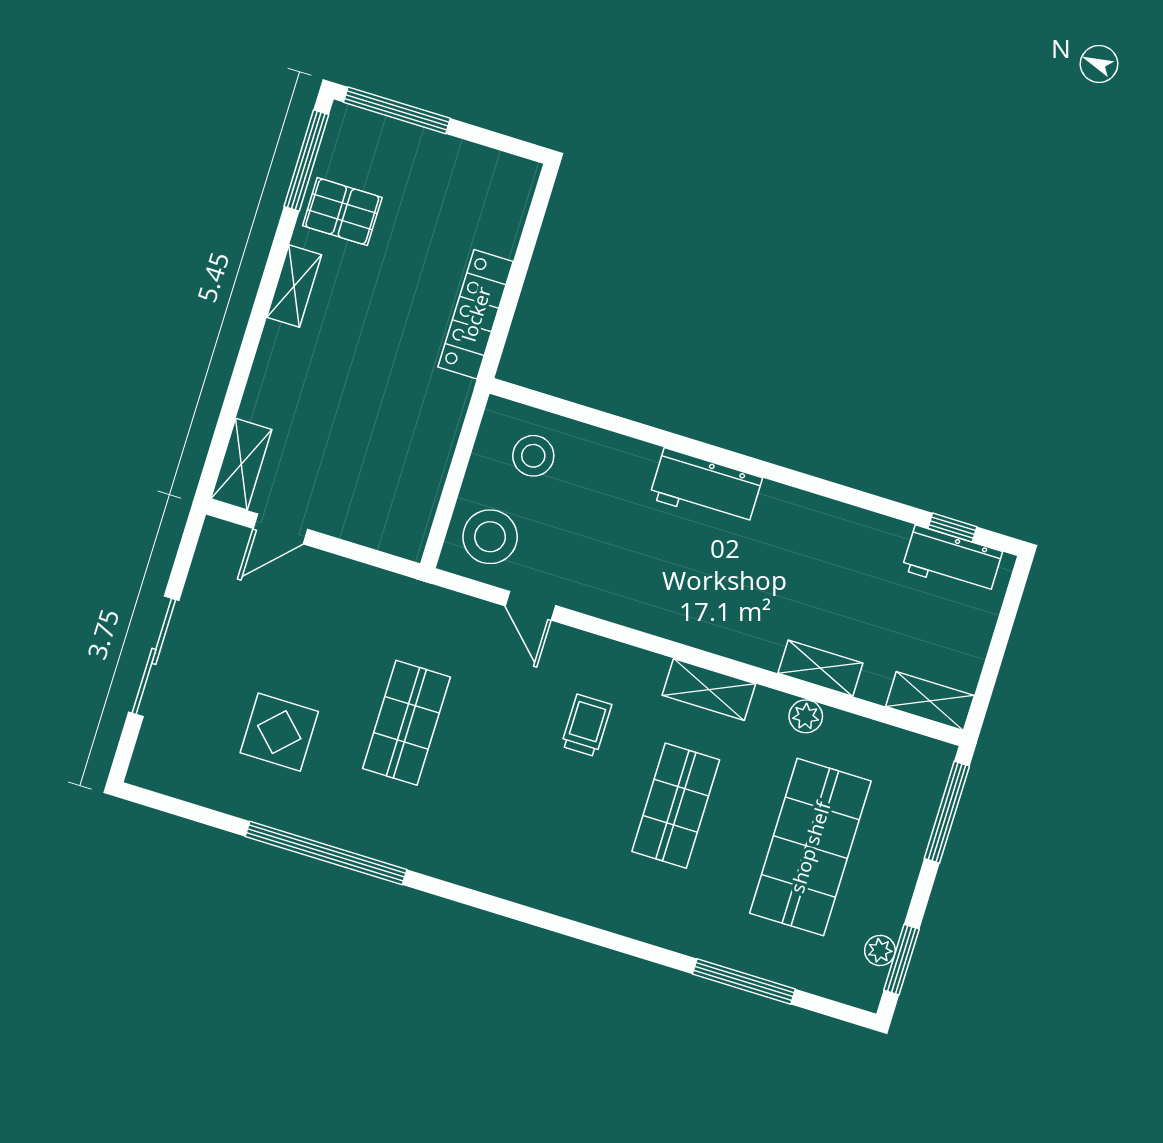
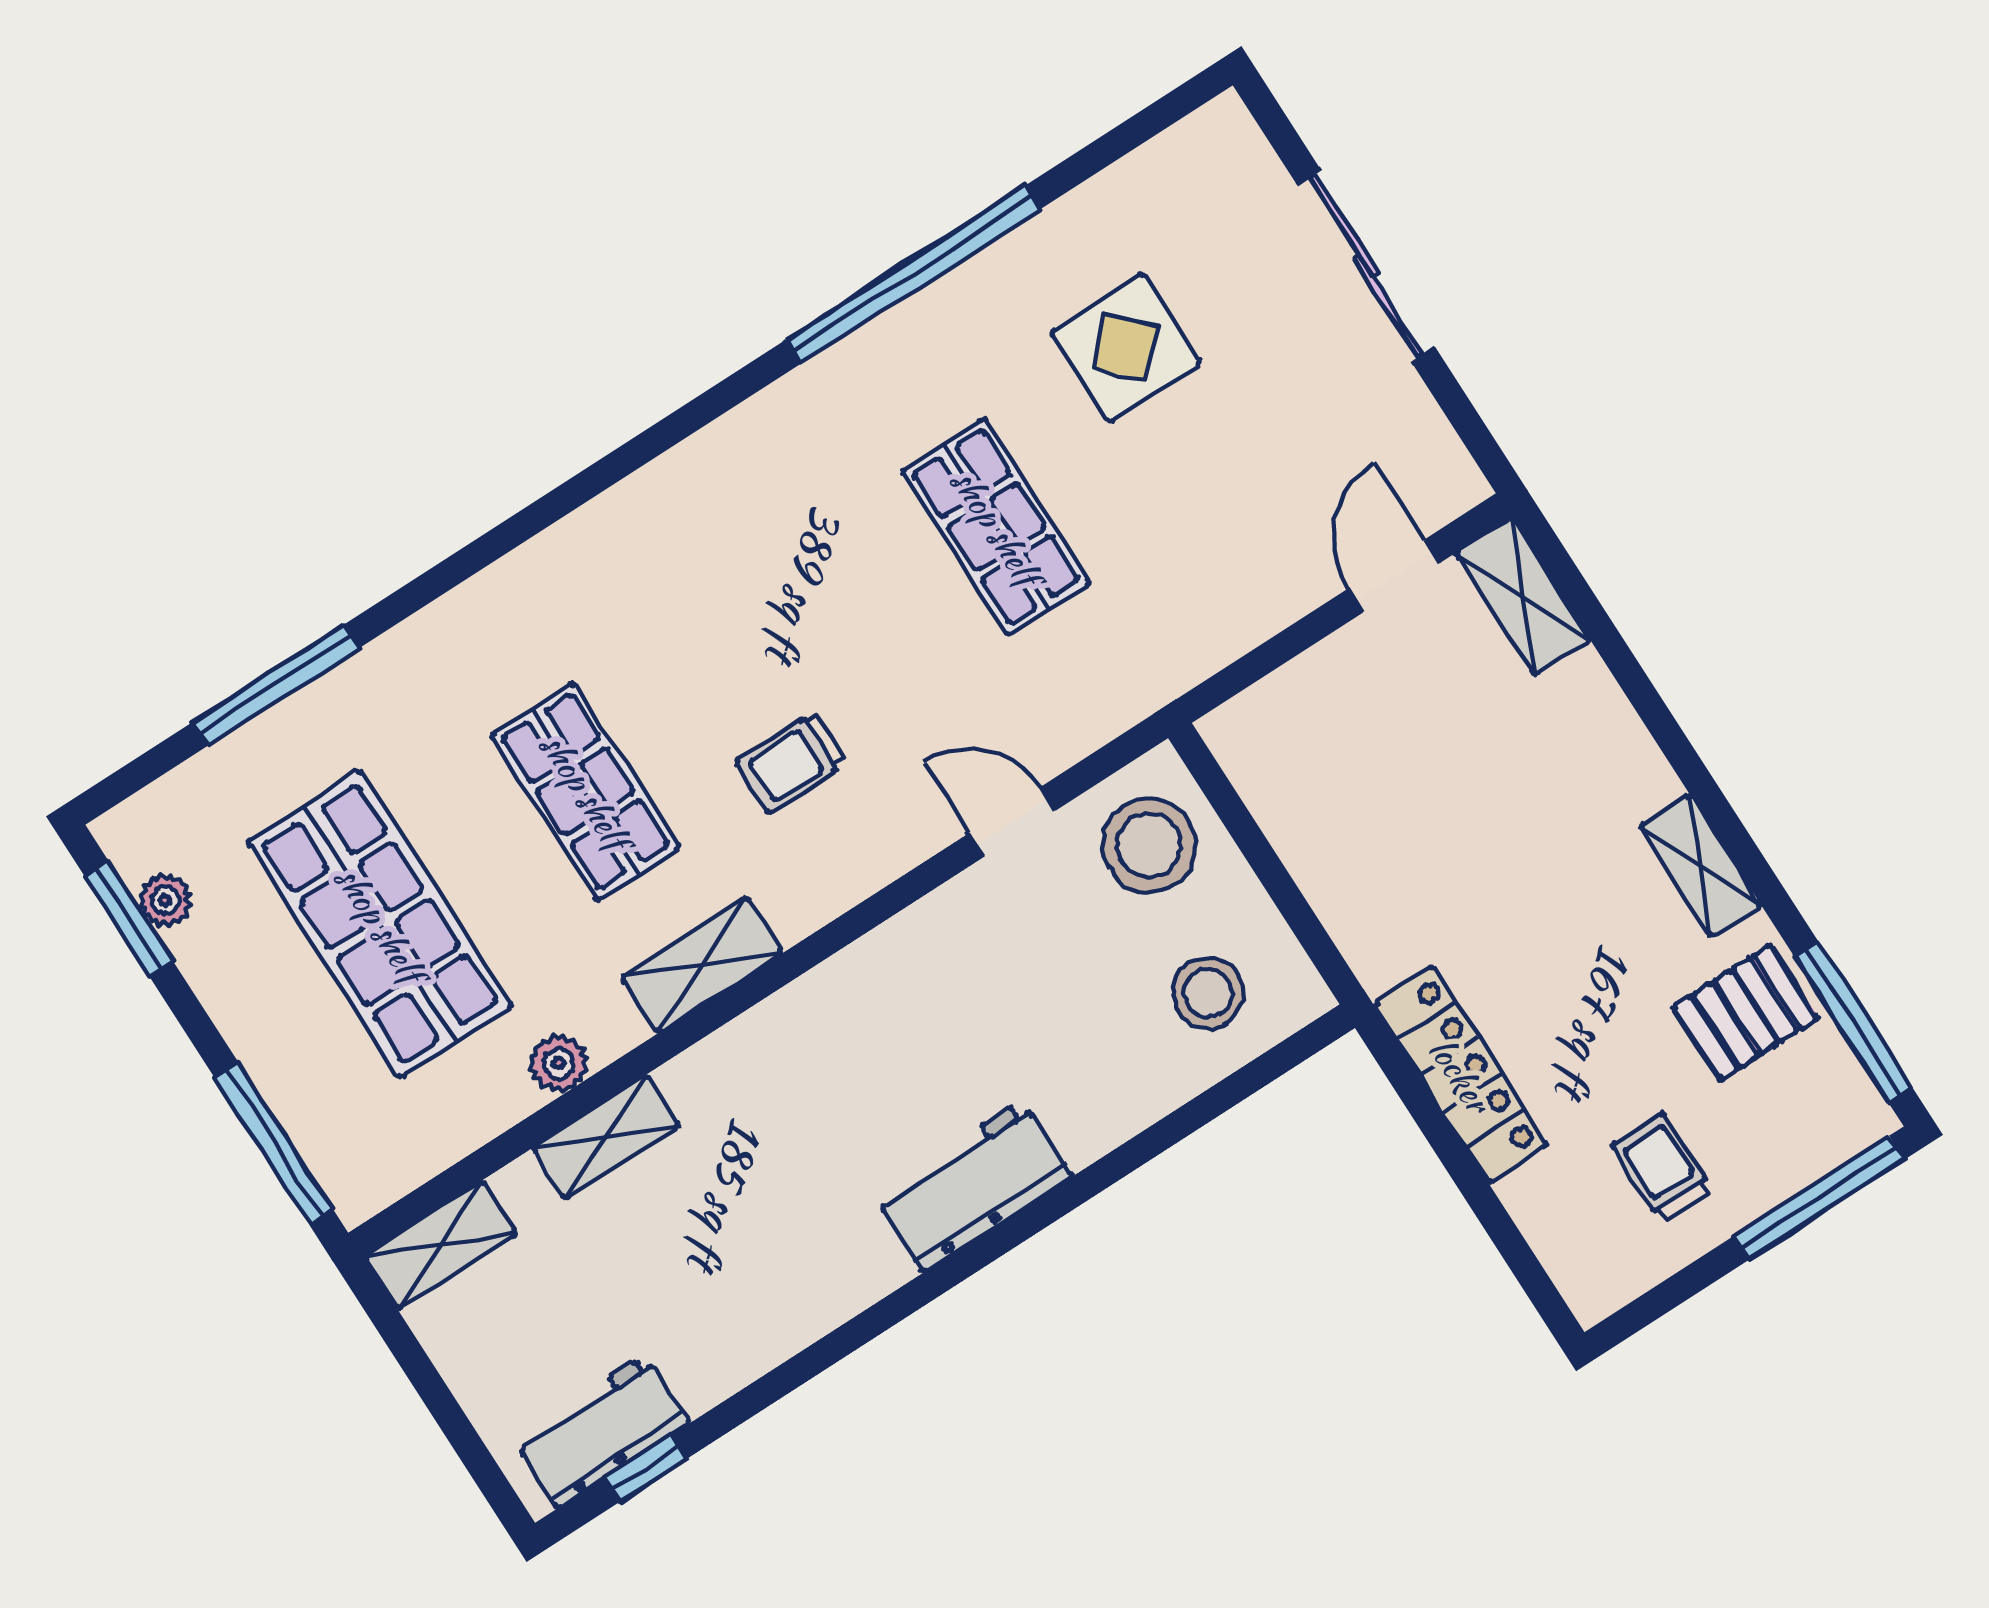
trolley: (442, 191) -> (1662, 1168), added
trolley: (586, 725) -> (792, 762), turned 90

